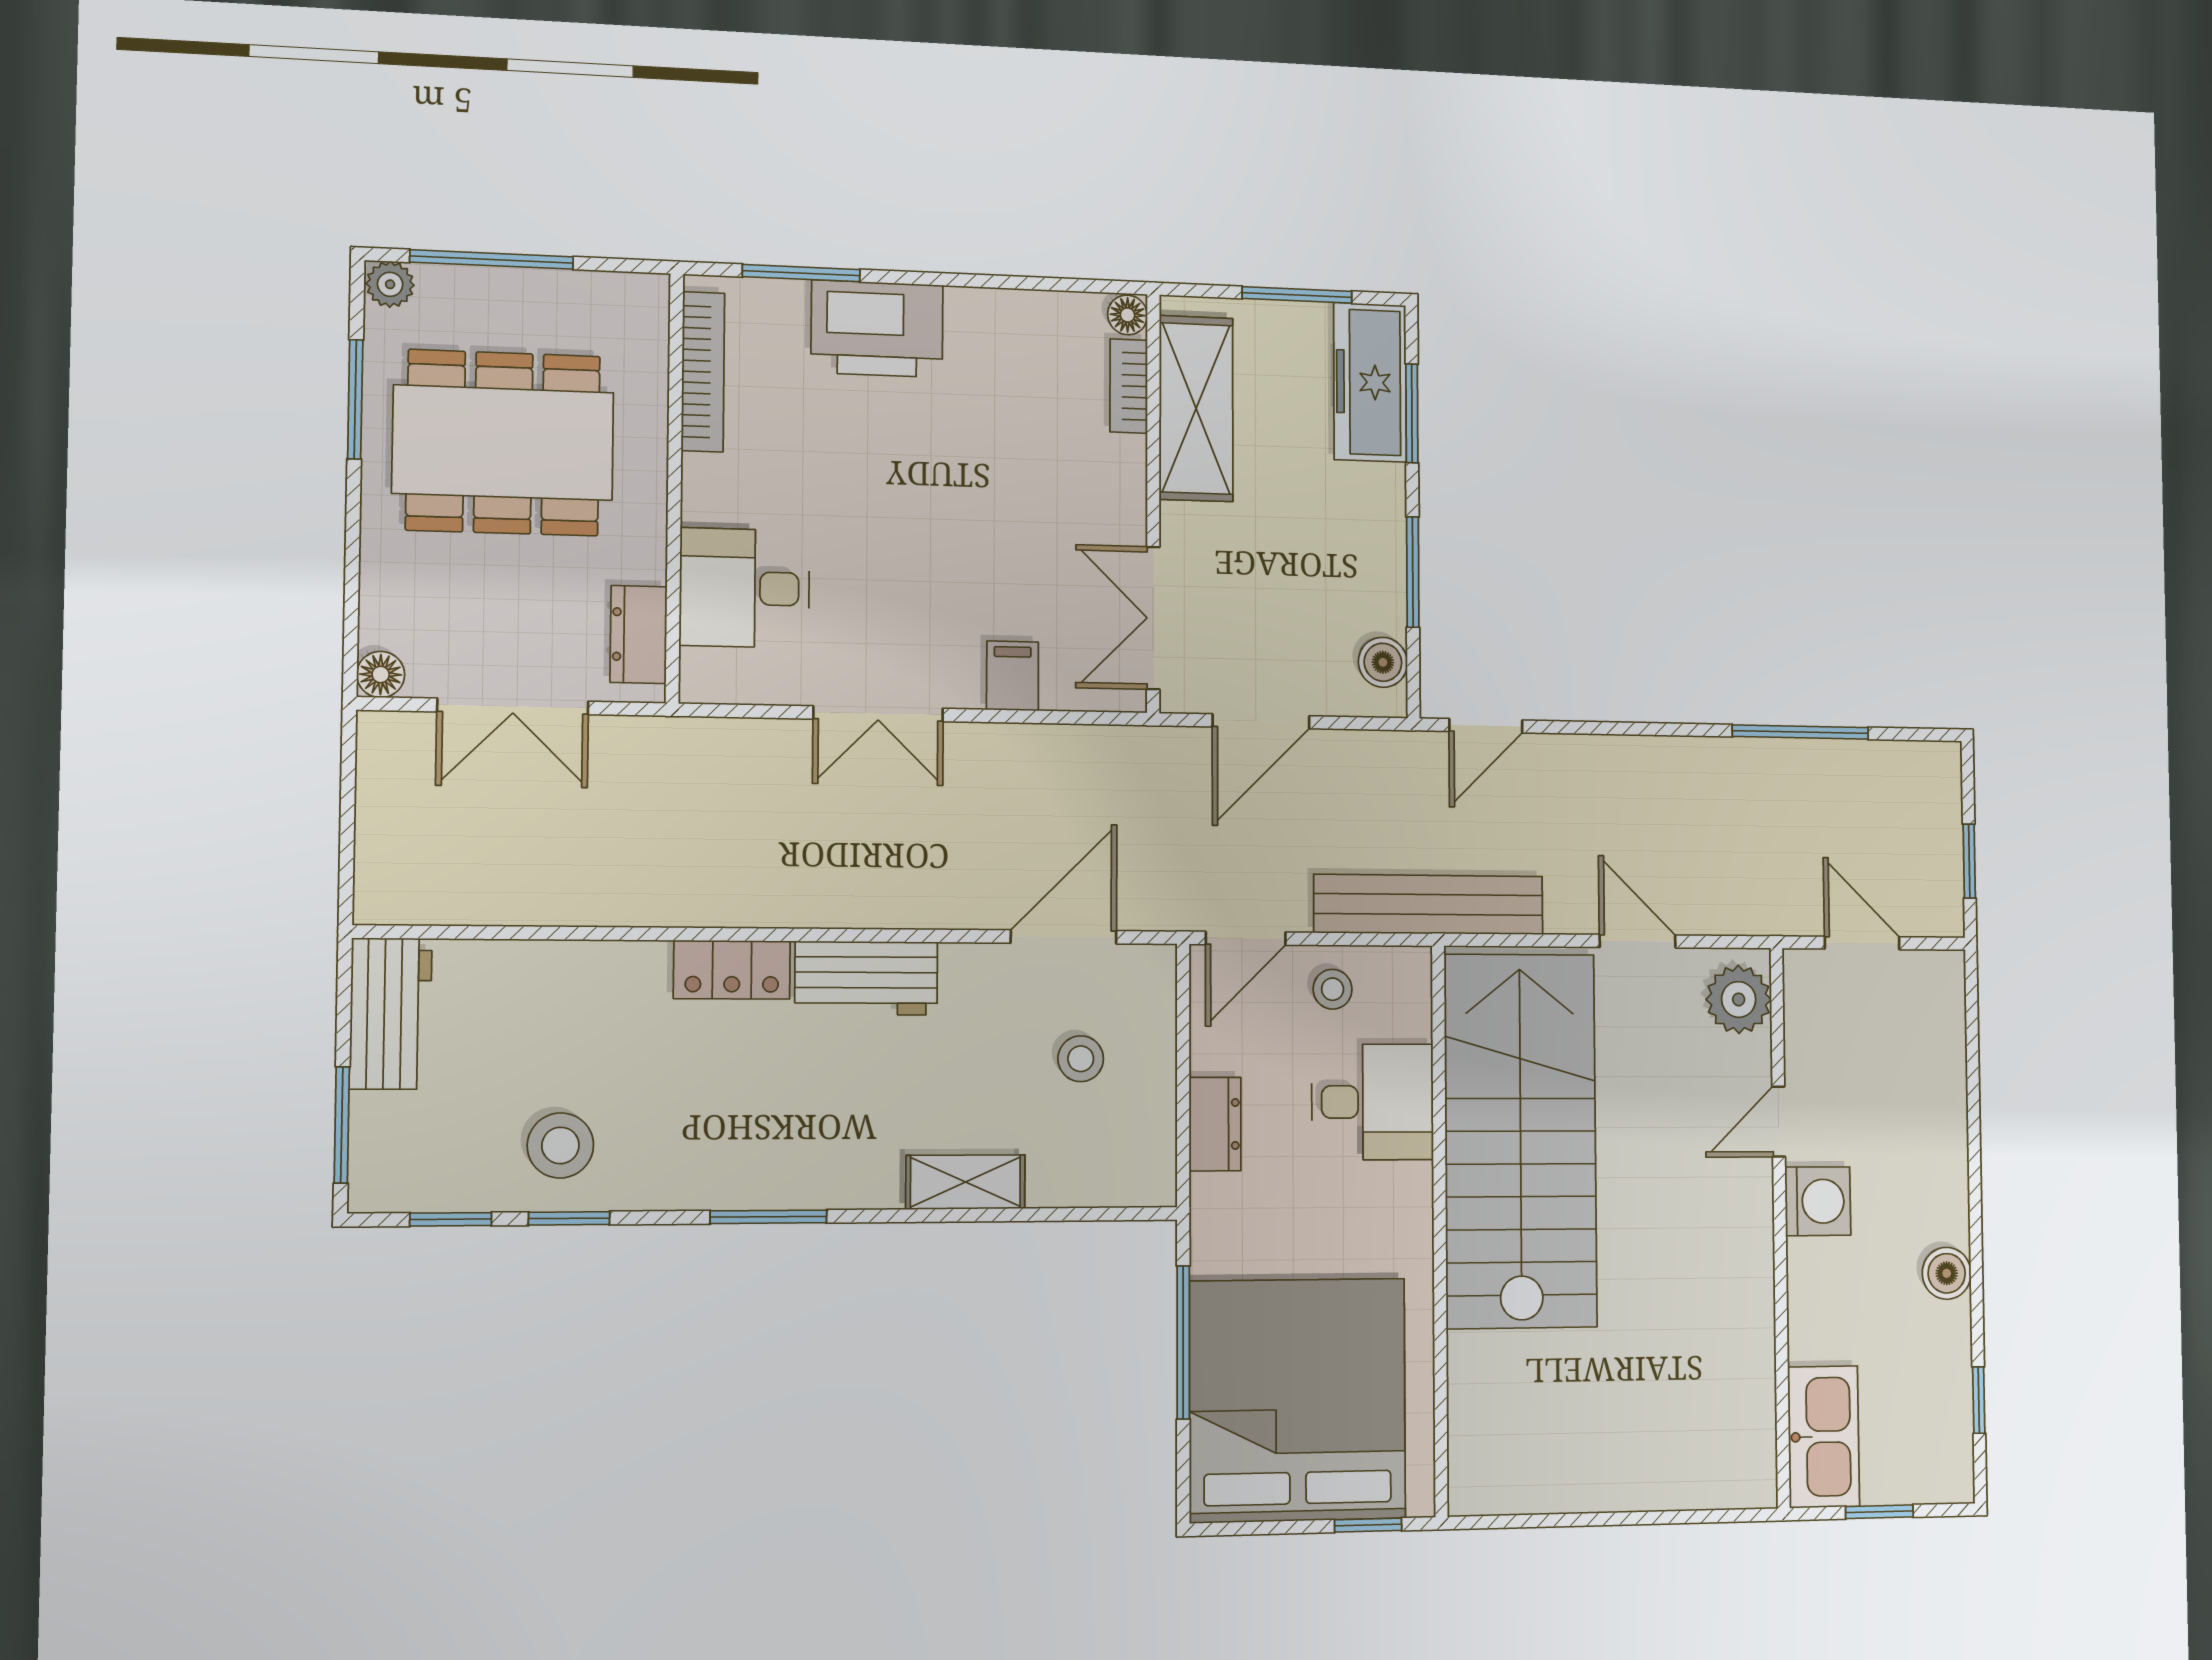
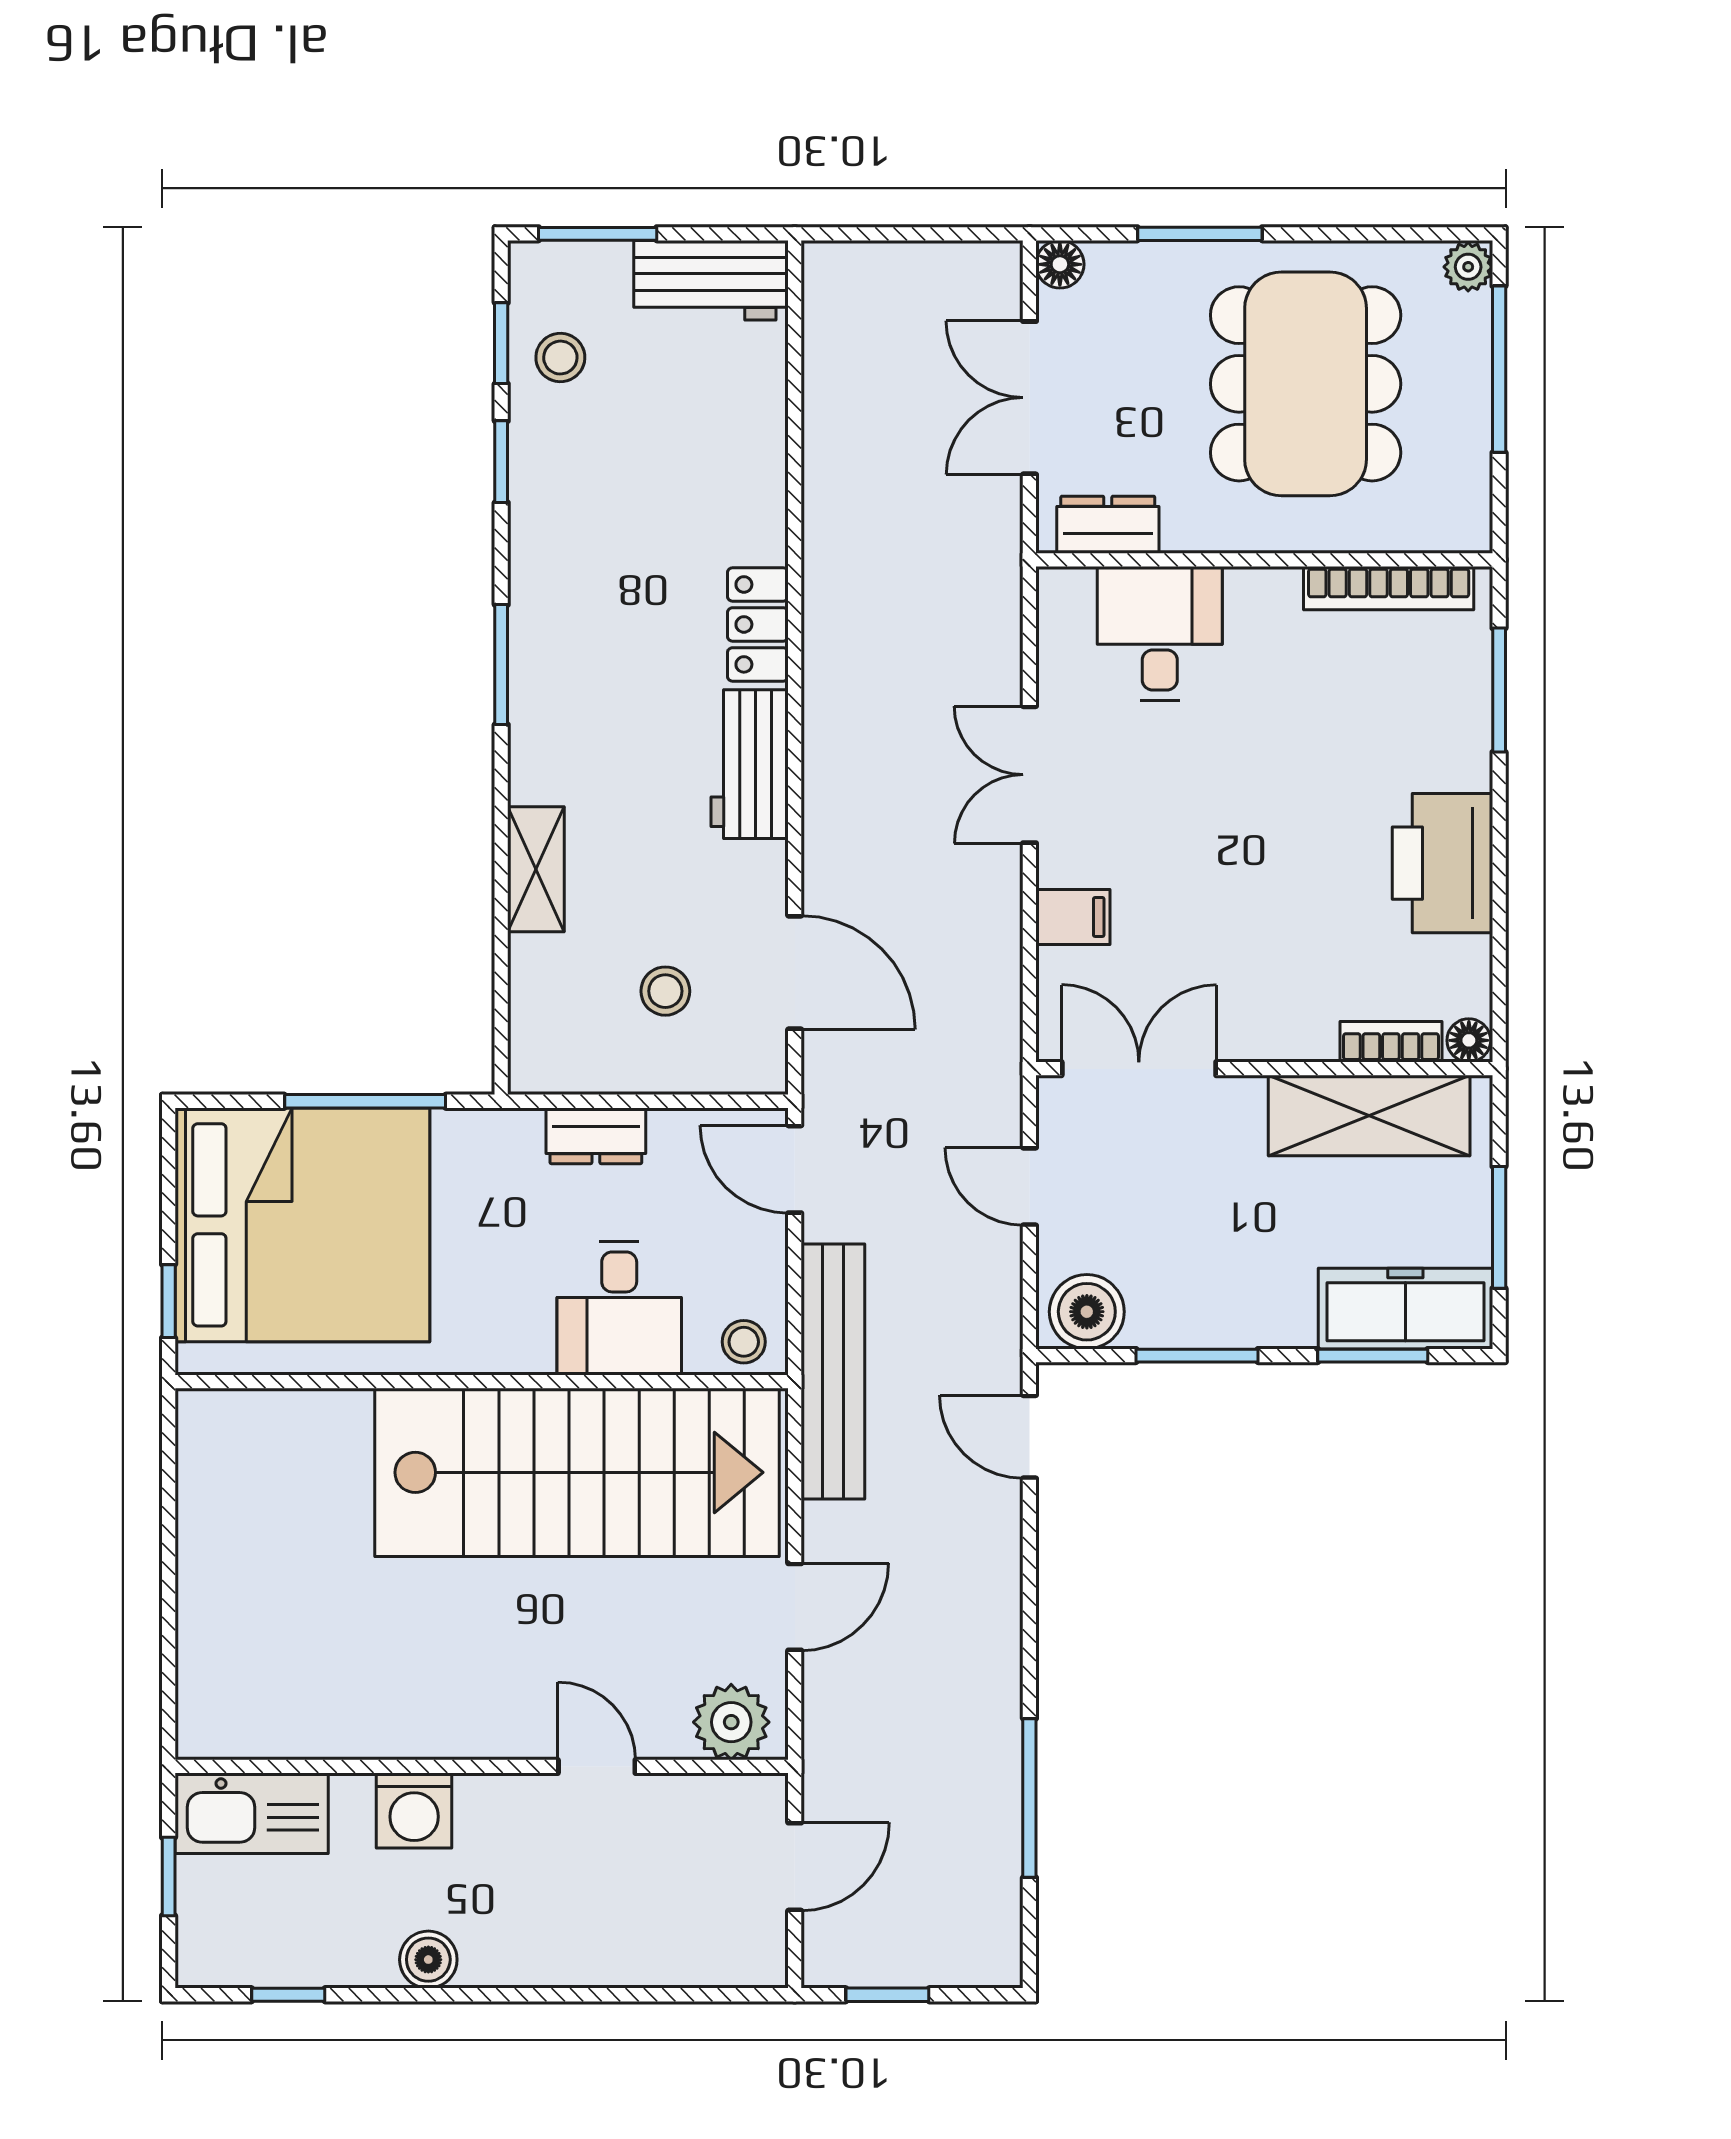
printer: (877, 329) -> (1442, 863), moved
window: (355, 399) -> (1200, 234), moved
boiler: (1383, 662) -> (1087, 1312), width x1.36, depth x1.36
door: (1261, 721) -> (1029, 1186), width x0.73
stool: (1333, 989) -> (744, 1342), moved
stool: (560, 1145) -> (560, 358), moved, width x0.73, depth x0.73
washing machine: (1818, 1201) -> (414, 1811), moved

